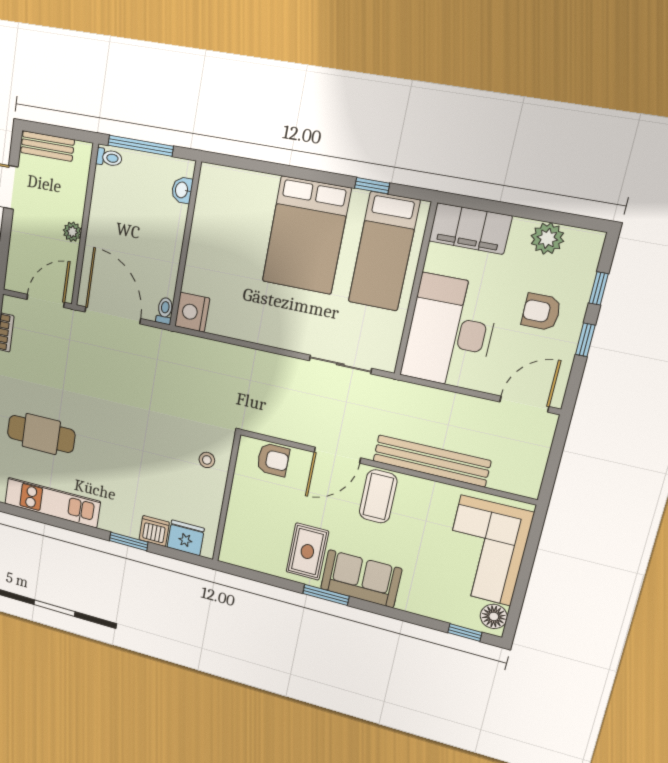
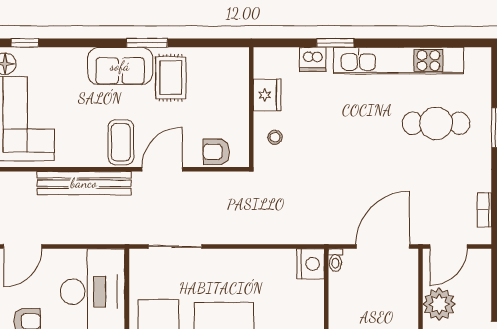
plant: (72, 232) -> (439, 304), width x1.87, depth x1.87
door: (113, 315) -> (383, 247), swing flipped
kitchen unit: (52, 503) -> (399, 61), width x1.36
fridge: (186, 538) -> (267, 95), moved, turned -90

